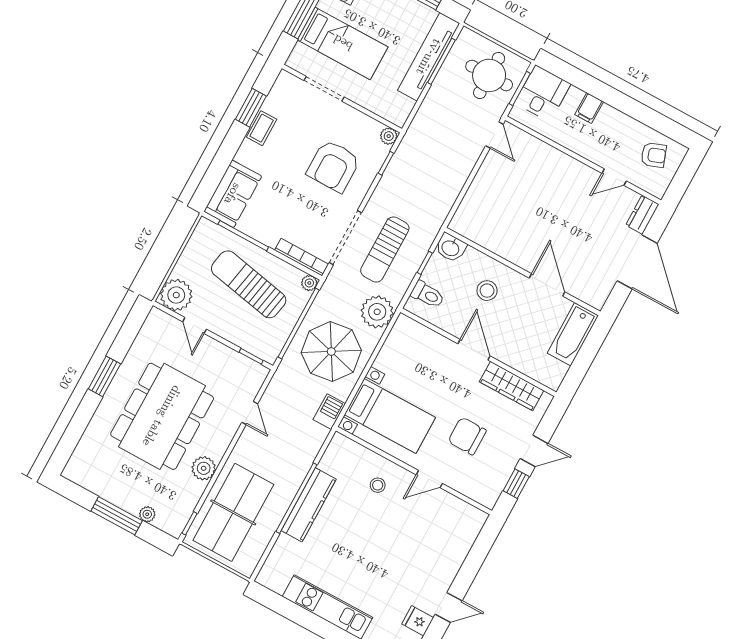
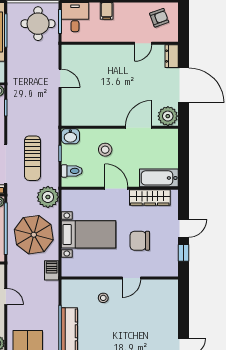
door: (494, 135) -> (60, 78), moved
door: (547, 285) -> (138, 127), hinge flipped
plant: (594, 291) -> (168, 116), added
bathtub: (573, 334) -> (159, 178), moved, turned 90
bed with nightstands: (390, 416) -> (88, 234), moved

